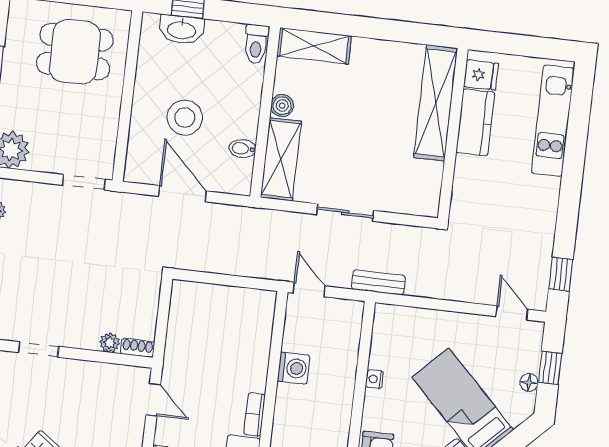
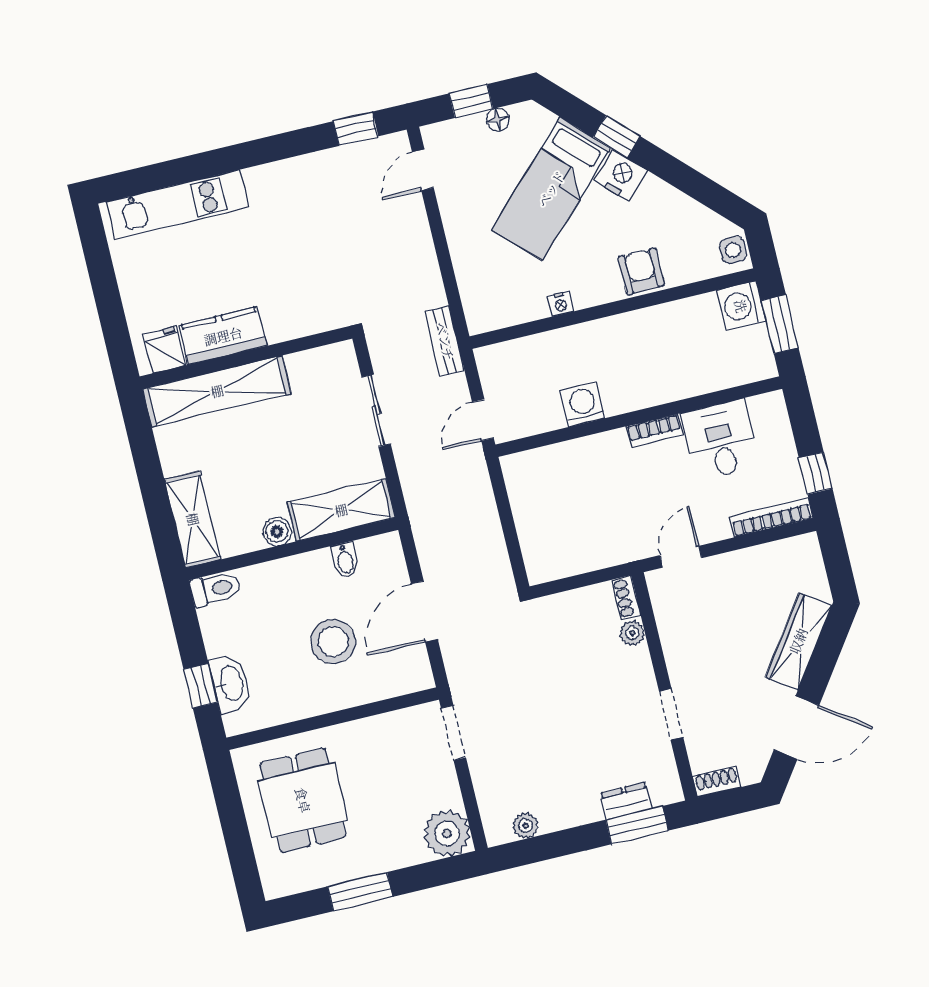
fridge: (481, 75) -> (164, 350), moved
shelving: (436, 103) -> (217, 391), moved
kitchen counter: (475, 122) -> (223, 336), moved
wall: (453, 134) -> (246, 358), moved

